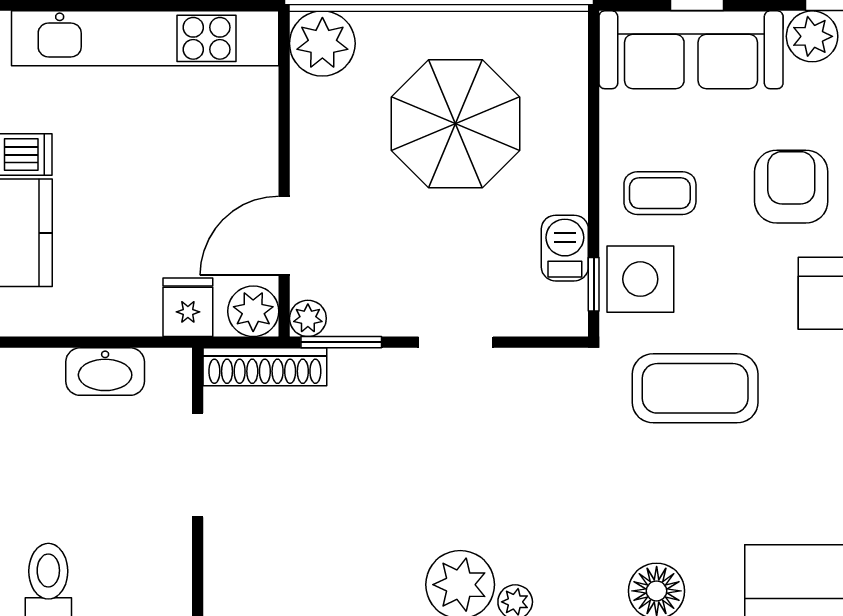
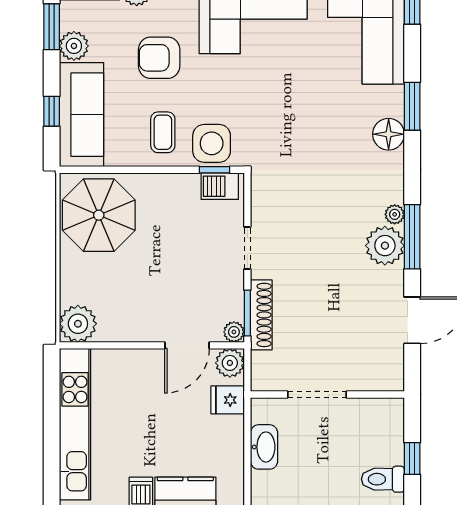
parasol: (455, 124) -> (99, 215), moved
door: (284, 236) -> (187, 345), hinge flipped
barbecue: (565, 248) -> (220, 186), moved
shoe rack: (265, 367) -> (261, 315), moved
coffee table: (695, 388) -> (274, 112), removed

